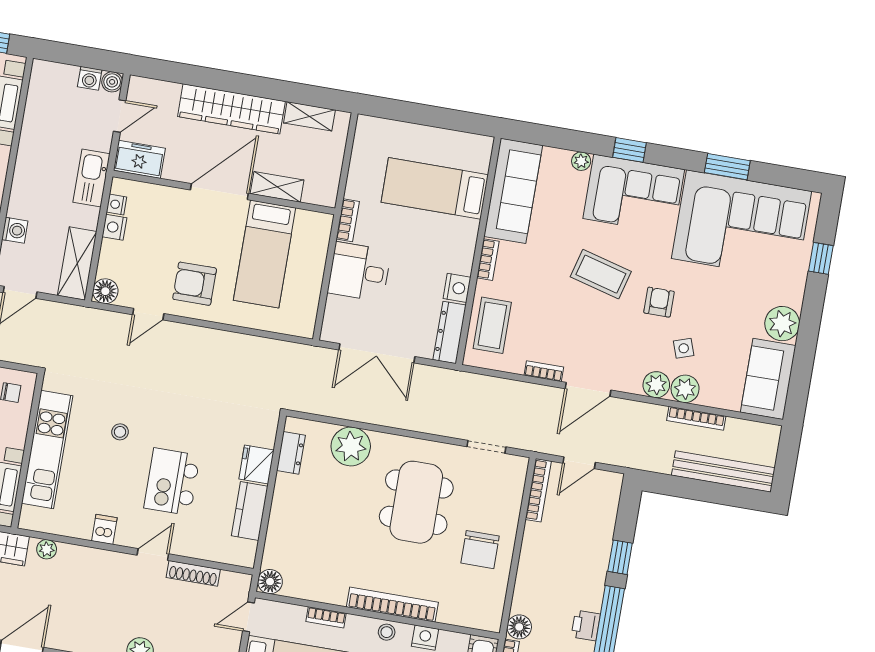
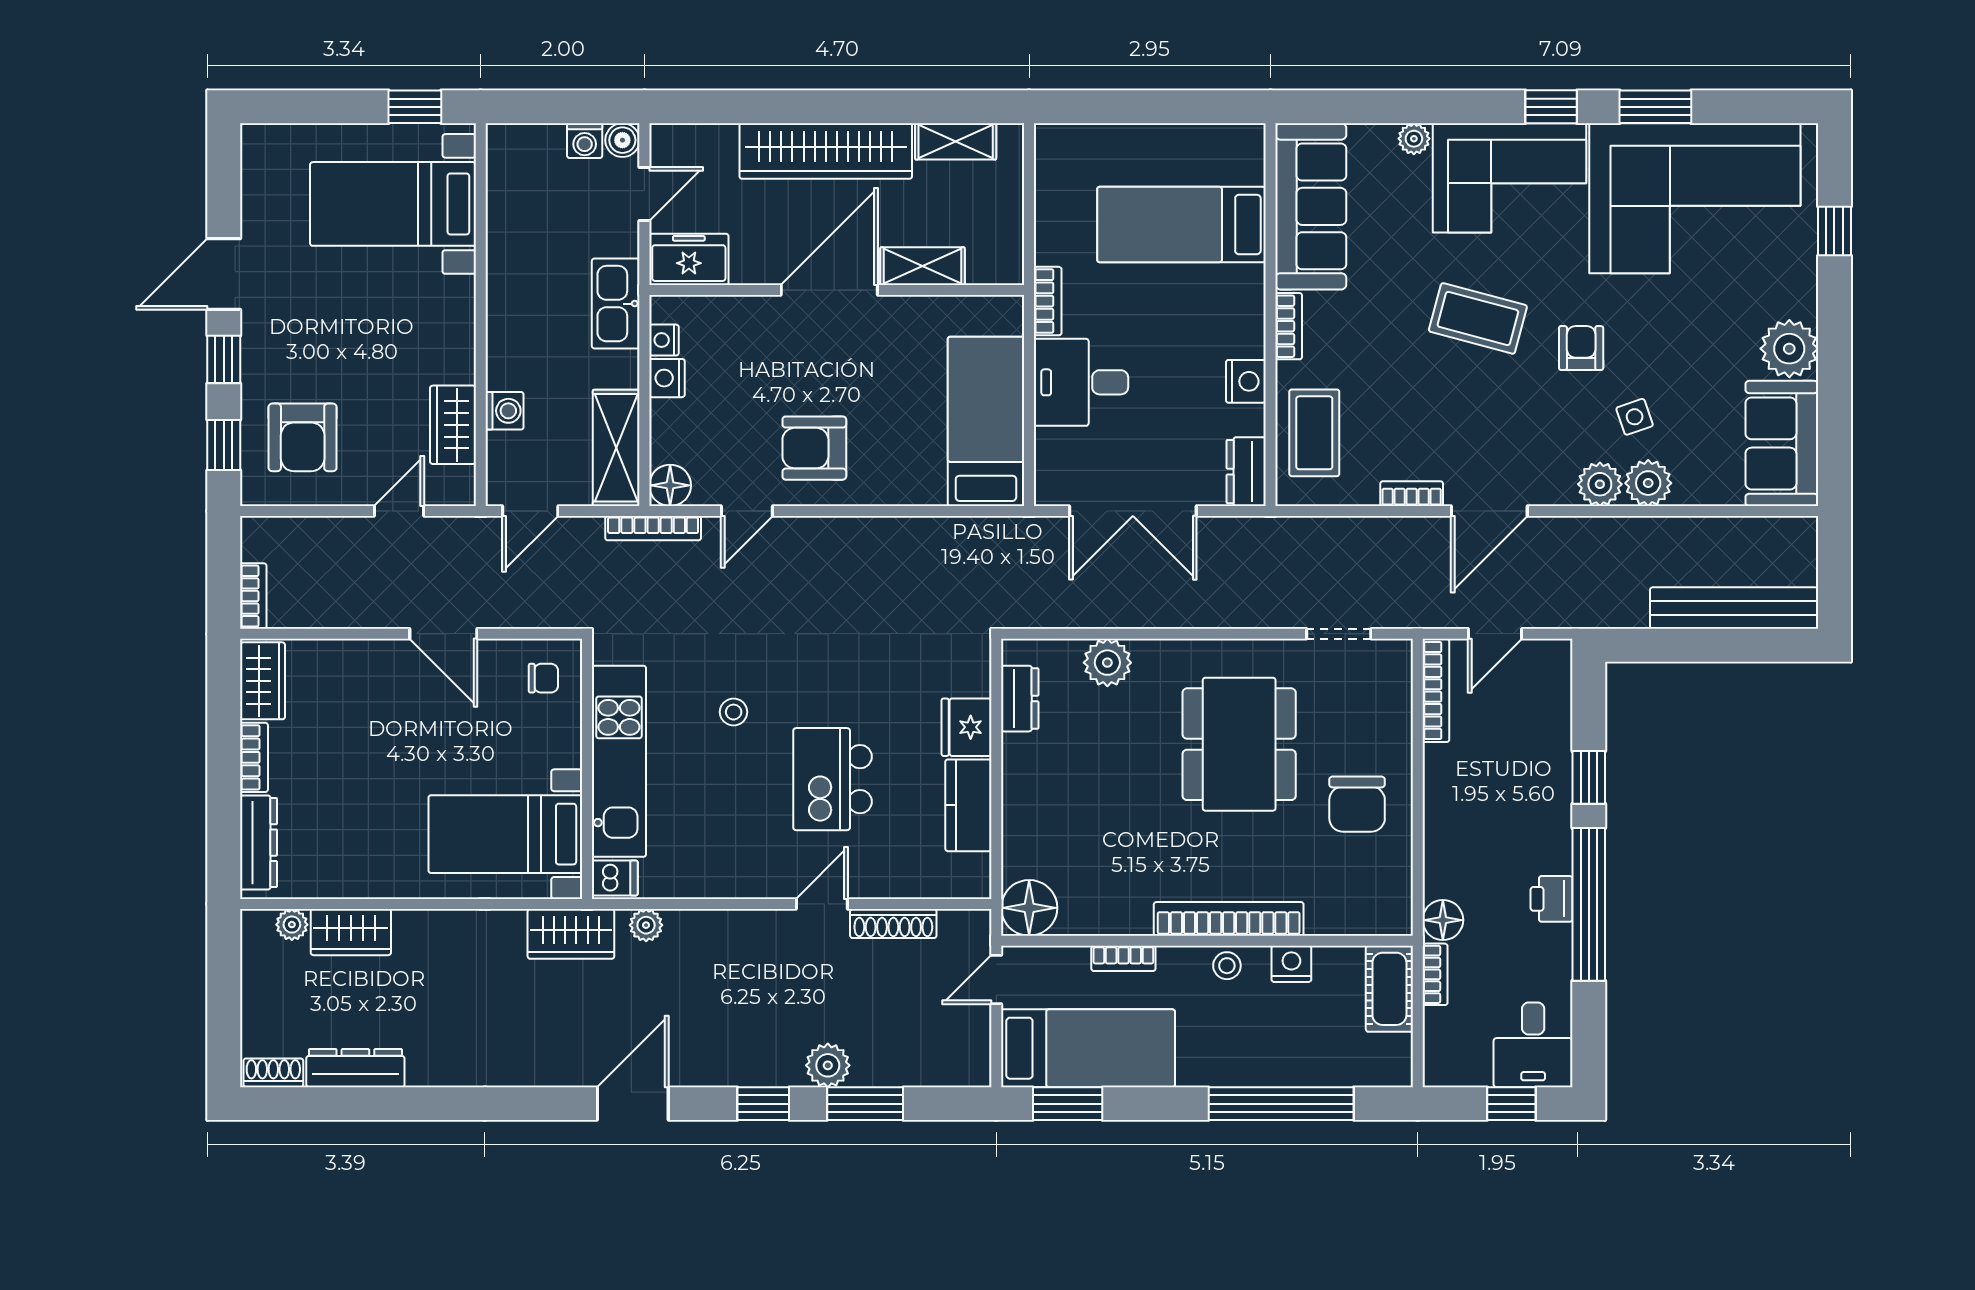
window: (630, 150) -> (1551, 107), moved
bed: (265, 254) -> (986, 421), moved, turned 180
dresser: (450, 332) -> (1246, 472), width x0.70
bookcase: (696, 418) -> (653, 528), moved
plant: (351, 446) -> (1107, 663), width x0.73, depth x0.73
dishwasher: (104, 529) -> (615, 878), moved, turned 90
floor lamp: (270, 582) -> (1029, 908), width x1.38, depth x1.38

